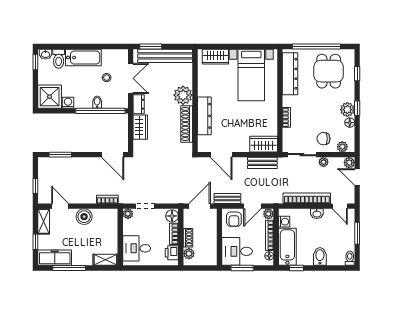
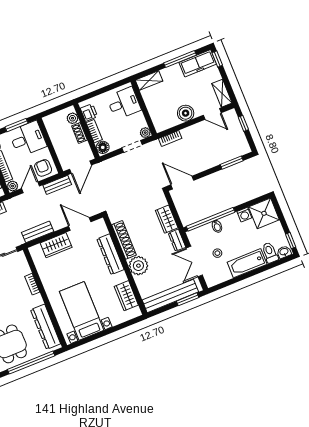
wardrobe: (215, 57) -> (126, 296), moved, turned -90
wardrobe: (264, 144) -> (56, 245), moved
window: (35, 242) -> (217, 59), moved

